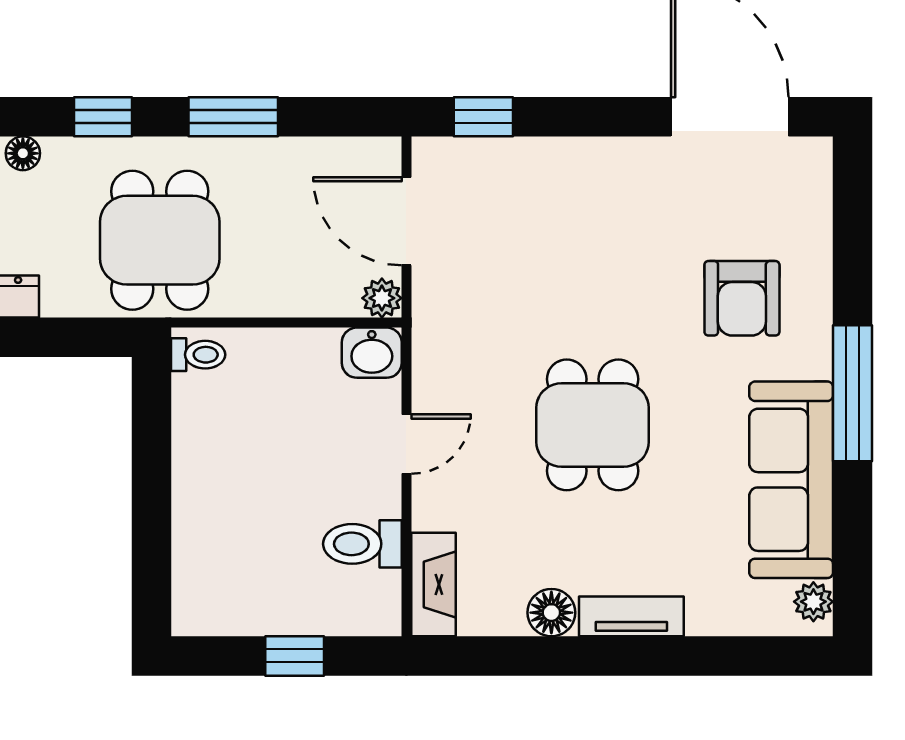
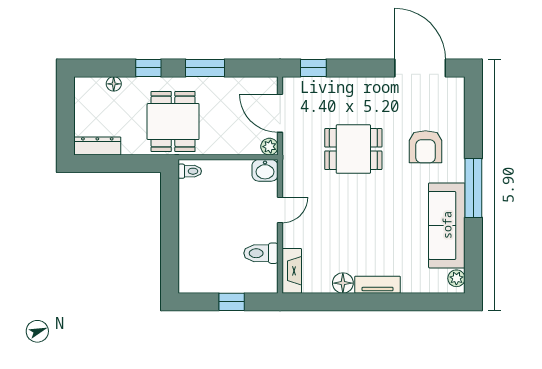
dining table: (593, 425) -> (353, 149), moved, turned 90

